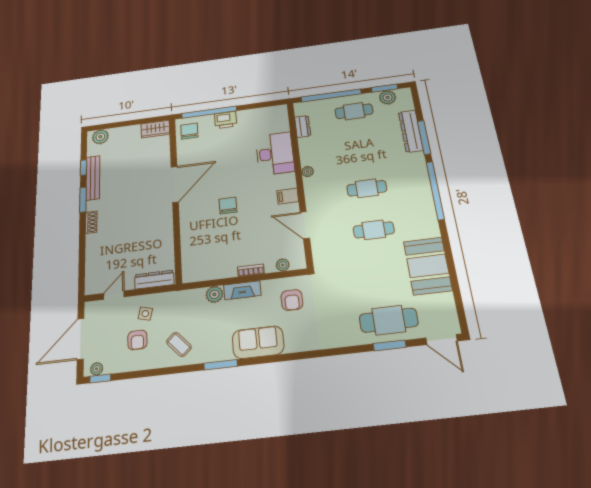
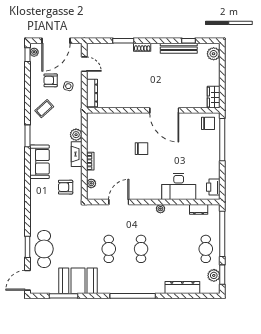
printer: (226, 120) -> (213, 187), moved
window: (424, 137) -> (63, 296), moved
filing cabinet: (288, 196) -> (143, 192), removed
window: (83, 200) -> (123, 41), moved
door: (81, 339) -> (56, 41), swing flipped

